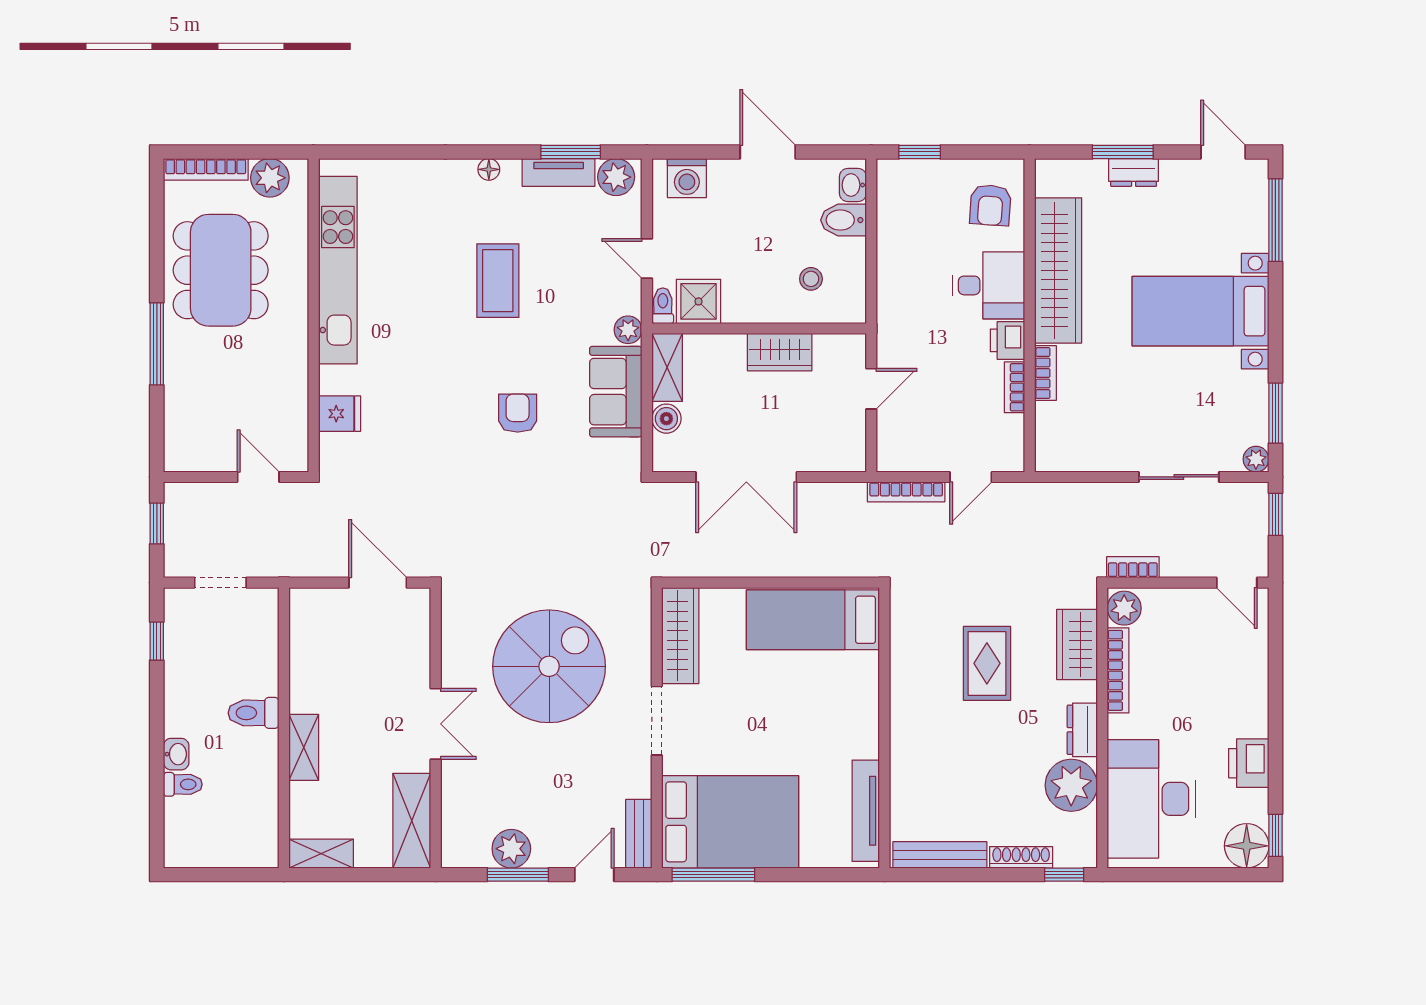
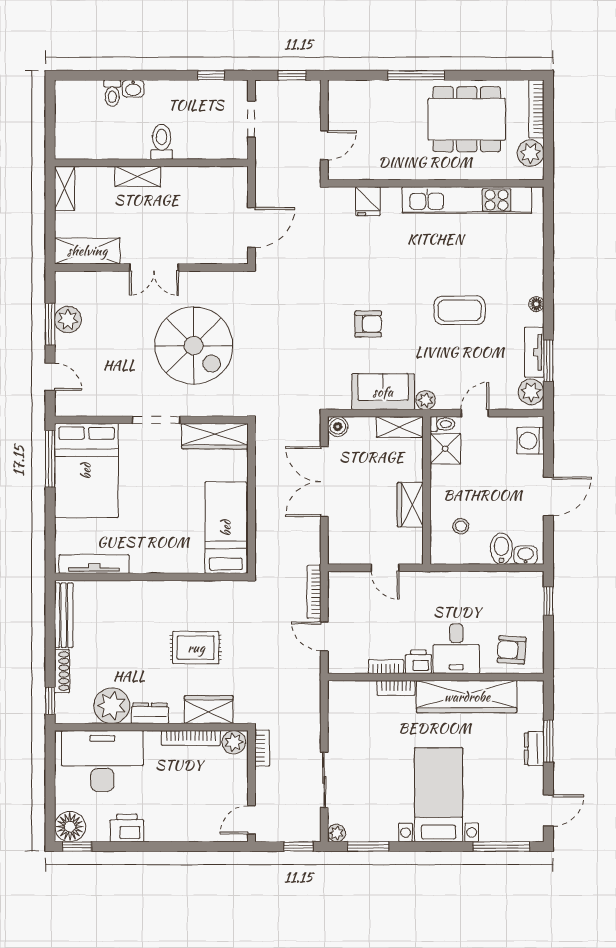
boiler: (666, 419) -> (338, 427), moved
bench: (639, 834) -> (78, 407), removed

